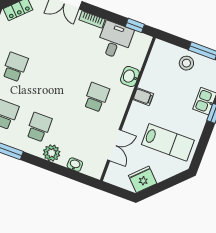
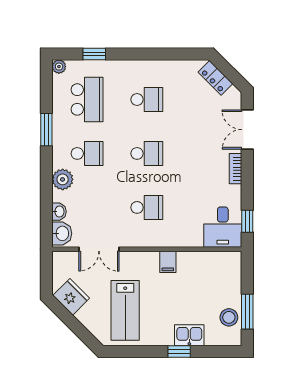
desk: (115, 40) -> (223, 227), moved, turned 90
stool: (186, 63) -> (229, 317), moved
washbasin: (130, 76) -> (62, 233), moved, turned 90
school desk: (56, 82) -> (147, 153), added

